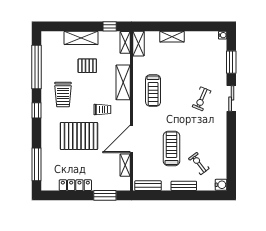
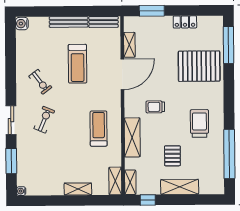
pallet: (87, 66) -> (172, 156), turned 90
window: (36, 110) -> (229, 105), removed
pallet: (79, 136) -> (199, 66), moved
exercise bike: (199, 164) -> (40, 82), moved
locker: (75, 185) -> (185, 22), width x0.66
bench: (184, 186) -> (69, 22), width x1.36

